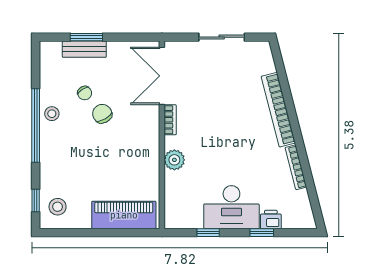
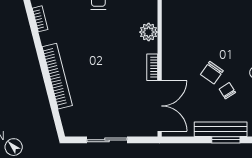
bench: (84, 49) -> (221, 129), width x1.36
chair: (102, 114) -> (212, 73), turned 64
bookcase: (296, 167) -> (40, 19), width x0.64

